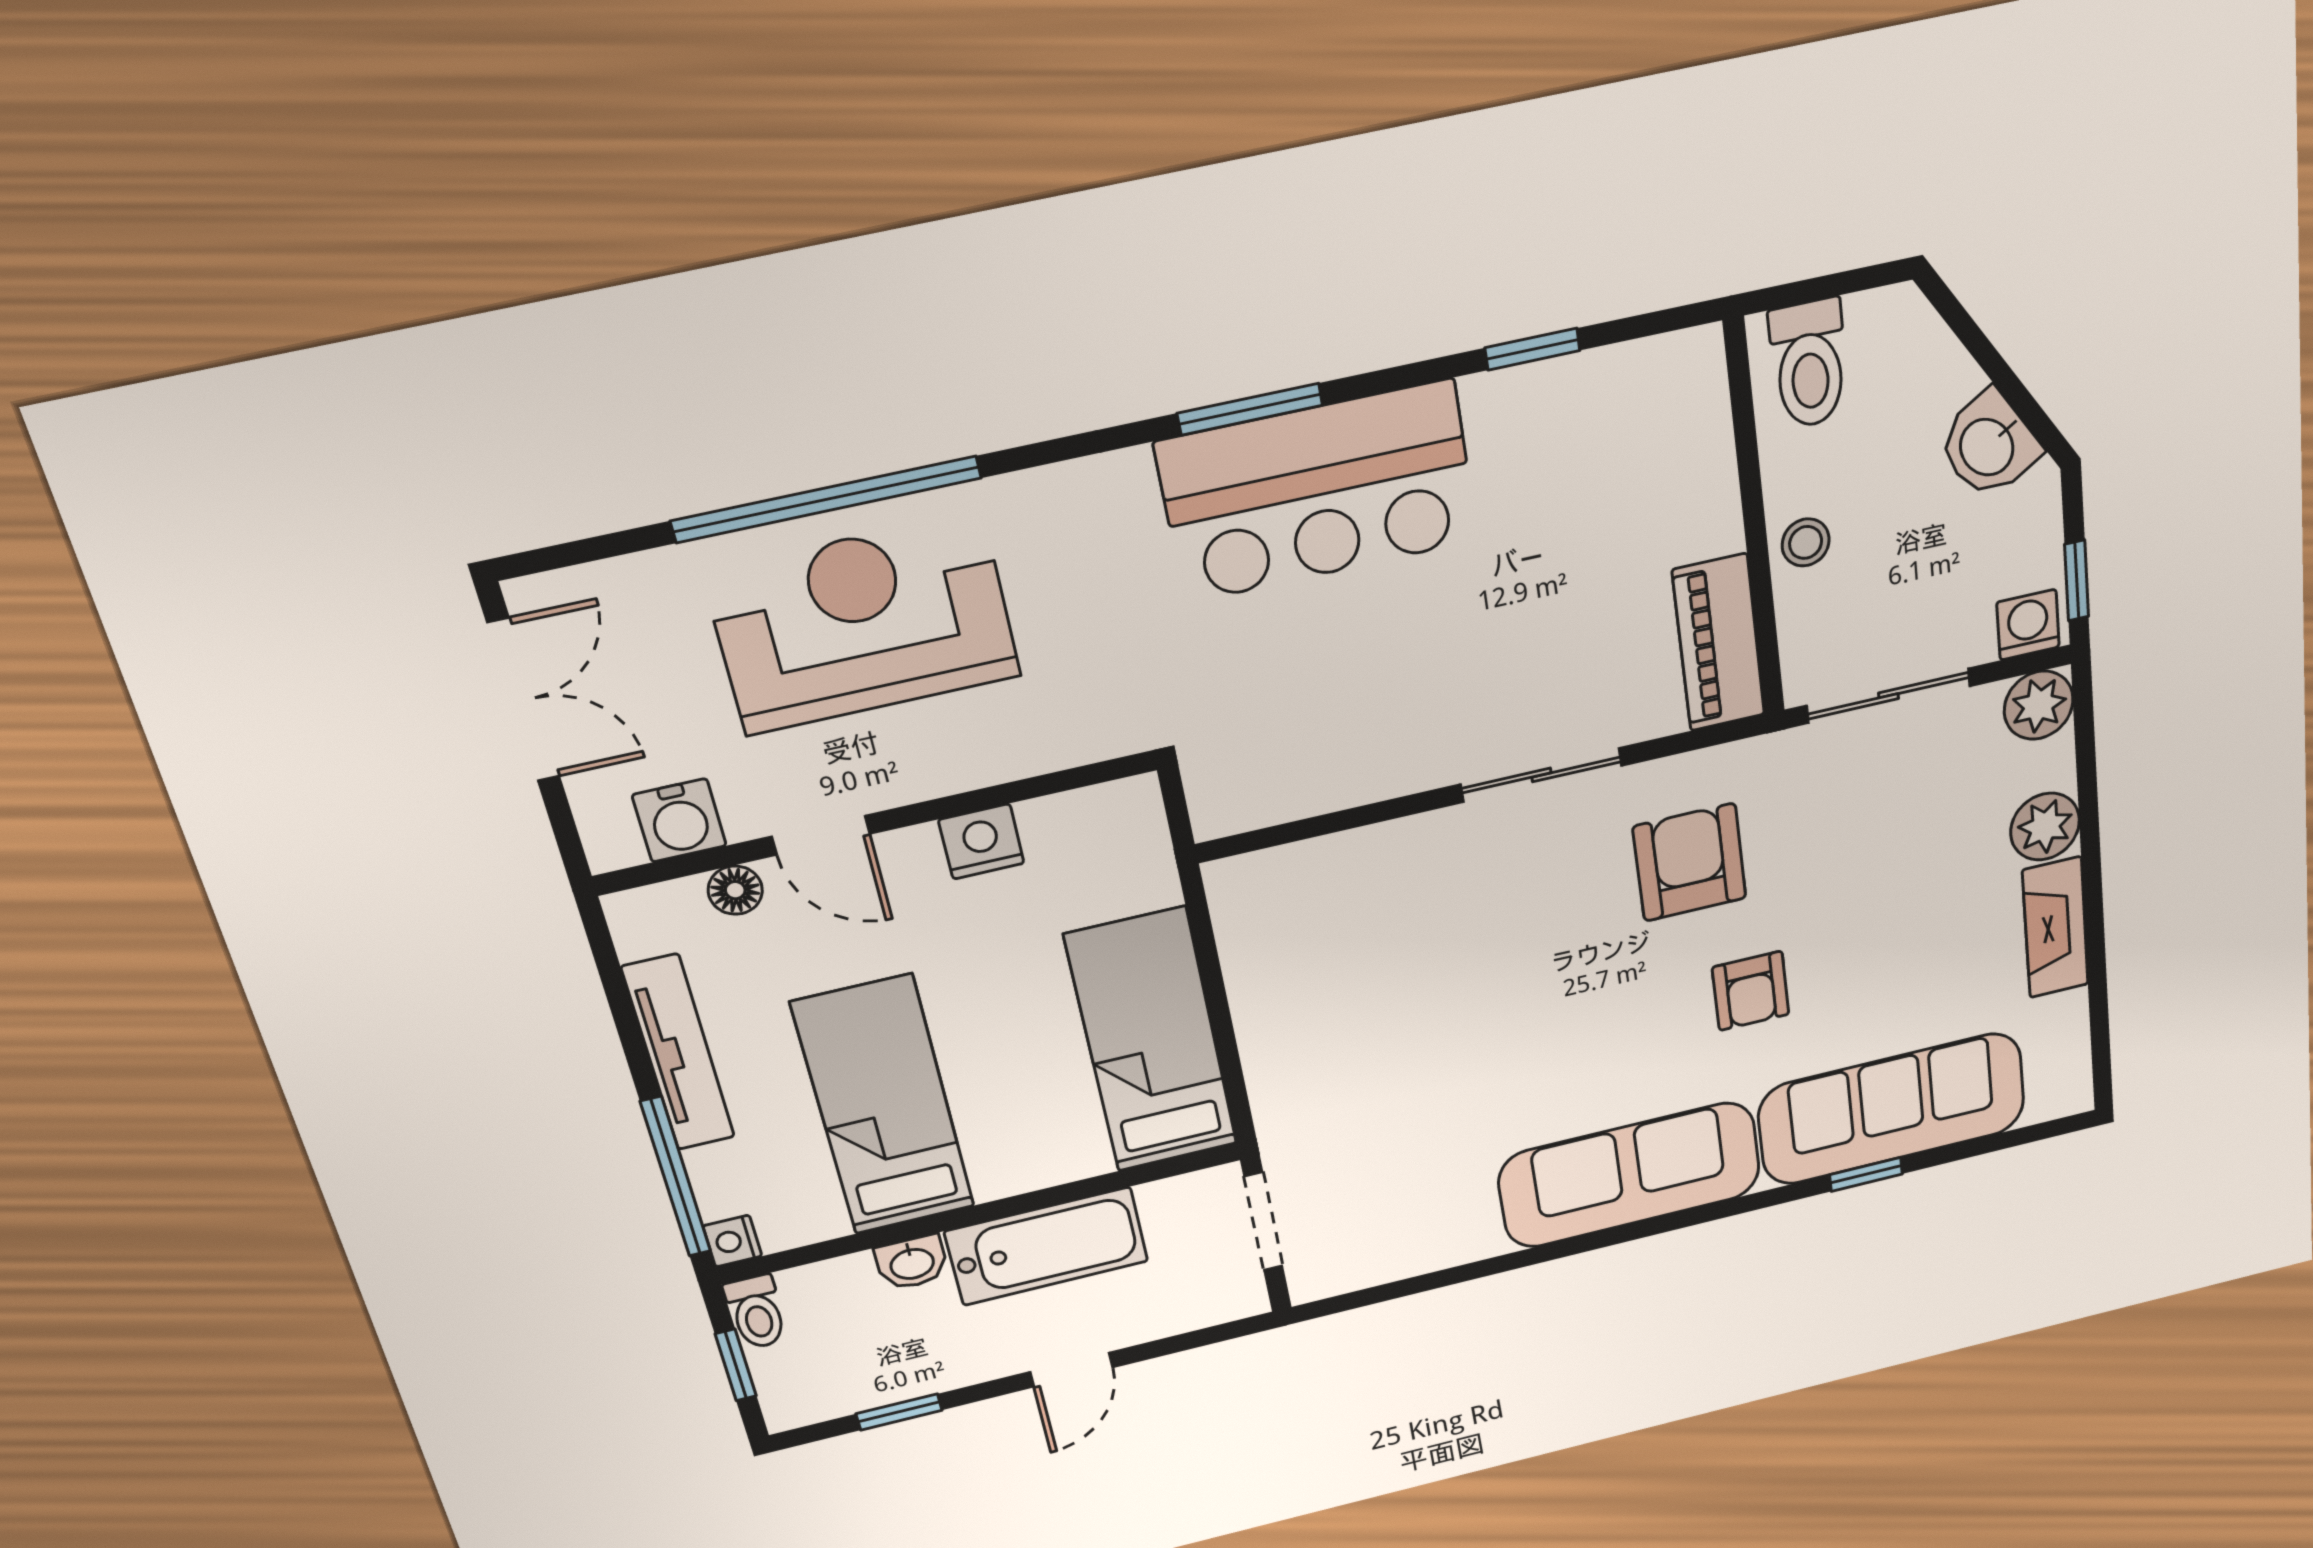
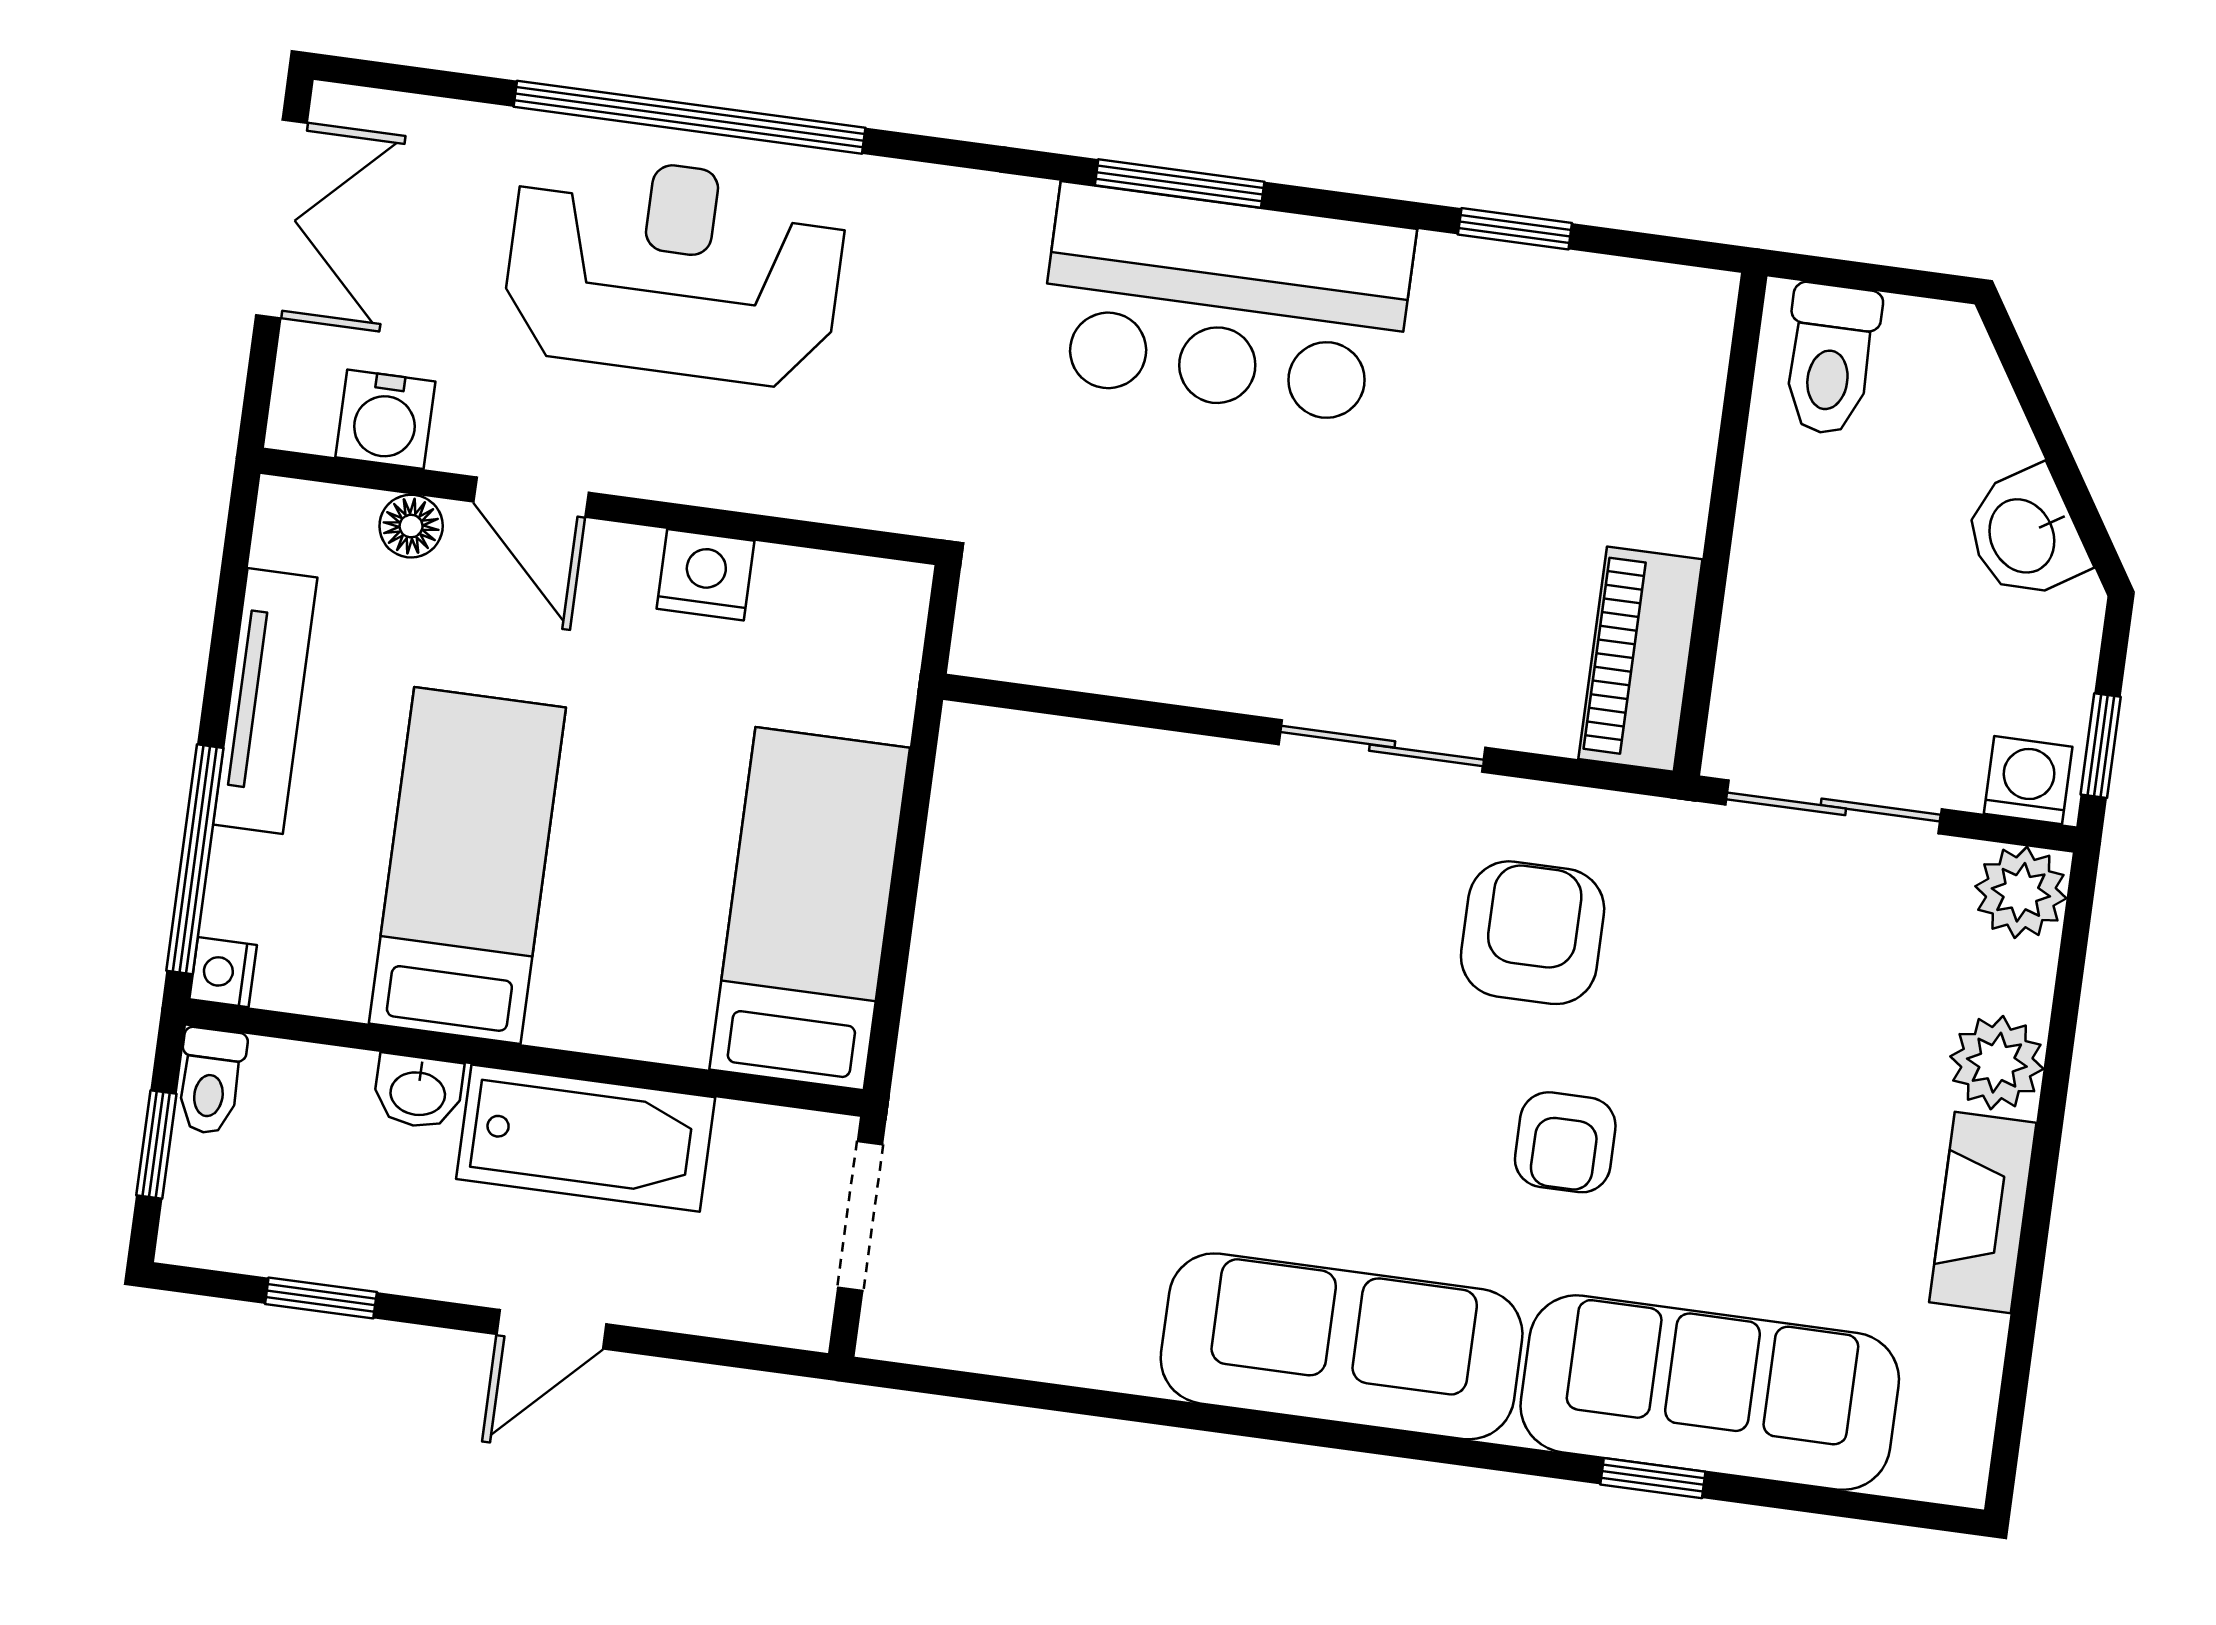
stool: (1806, 542) -> (1776, 573), removed

